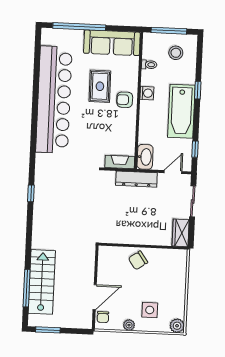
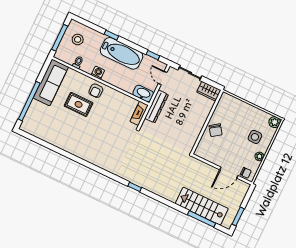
bar counter: (54, 100) -> (74, 142), removed
door: (95, 297) -> (229, 173), swing flipped

